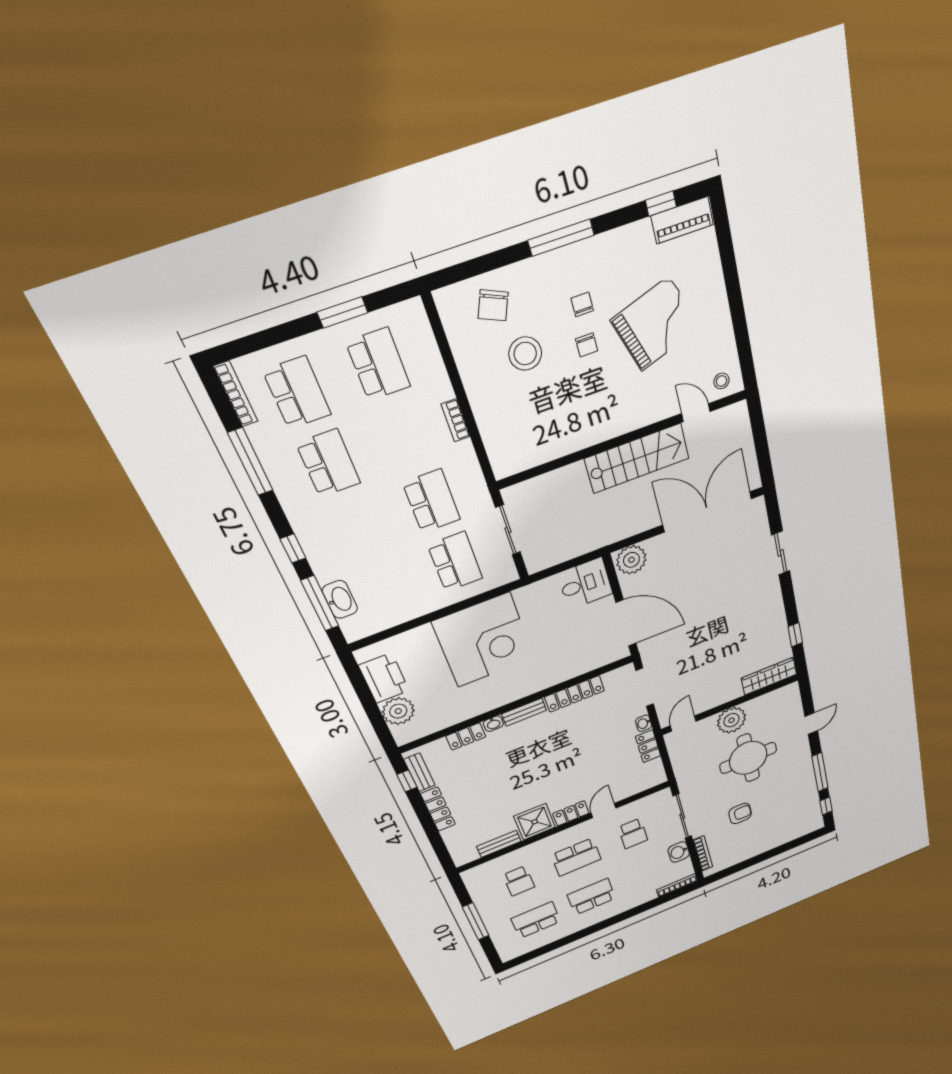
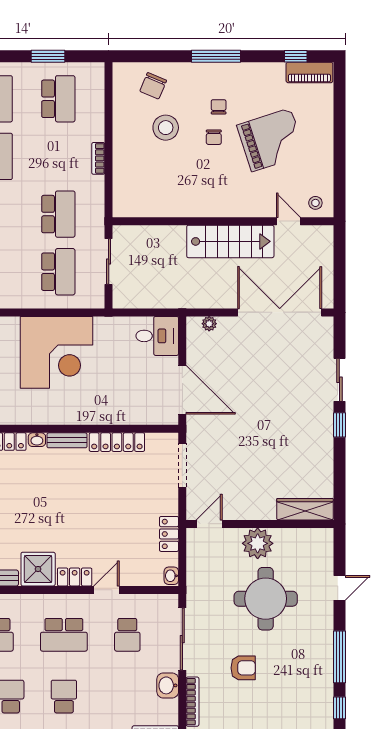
plant: (631, 560) -> (209, 324), width x0.53, depth x0.53
window: (795, 635) -> (339, 425), moved
washbasin: (644, 723) -> (171, 576), moved
school desk: (591, 897) -> (64, 697), width x0.54

